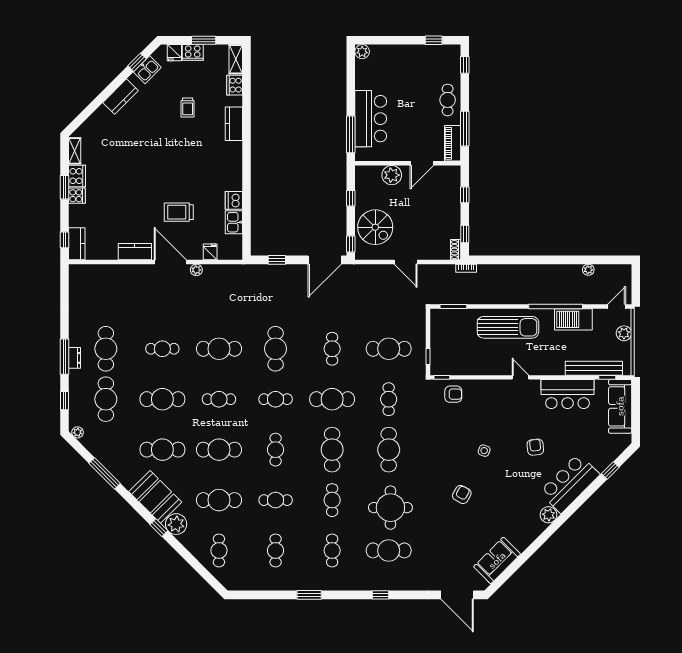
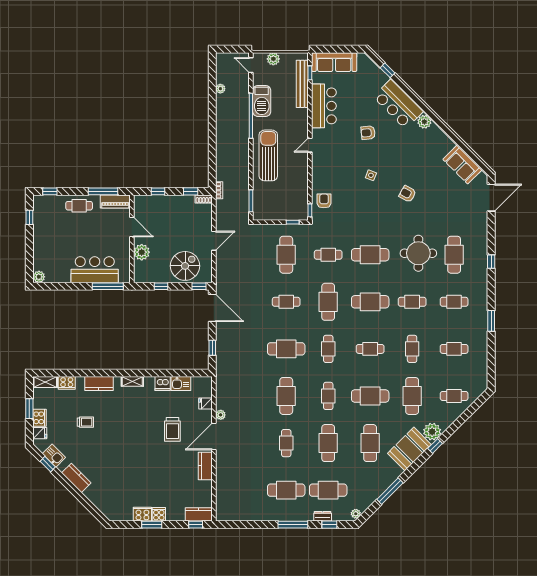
shelving: (75, 151) -> (132, 381), moved
dresser: (75, 358) -> (323, 516), moved
cafe table: (219, 450) -> (370, 396), turned 90

